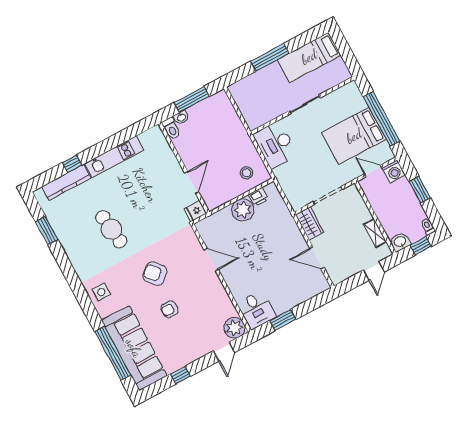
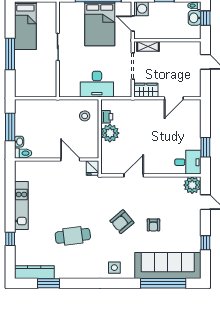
desk: (275, 145) -> (97, 84), moved
door: (373, 171) -> (133, 24), hinge flipped
kitchen counter: (66, 182) -> (34, 272), moved, turned -90
shelving: (375, 233) -> (148, 46), moved
washbasin: (400, 242) -> (195, 18), moved

